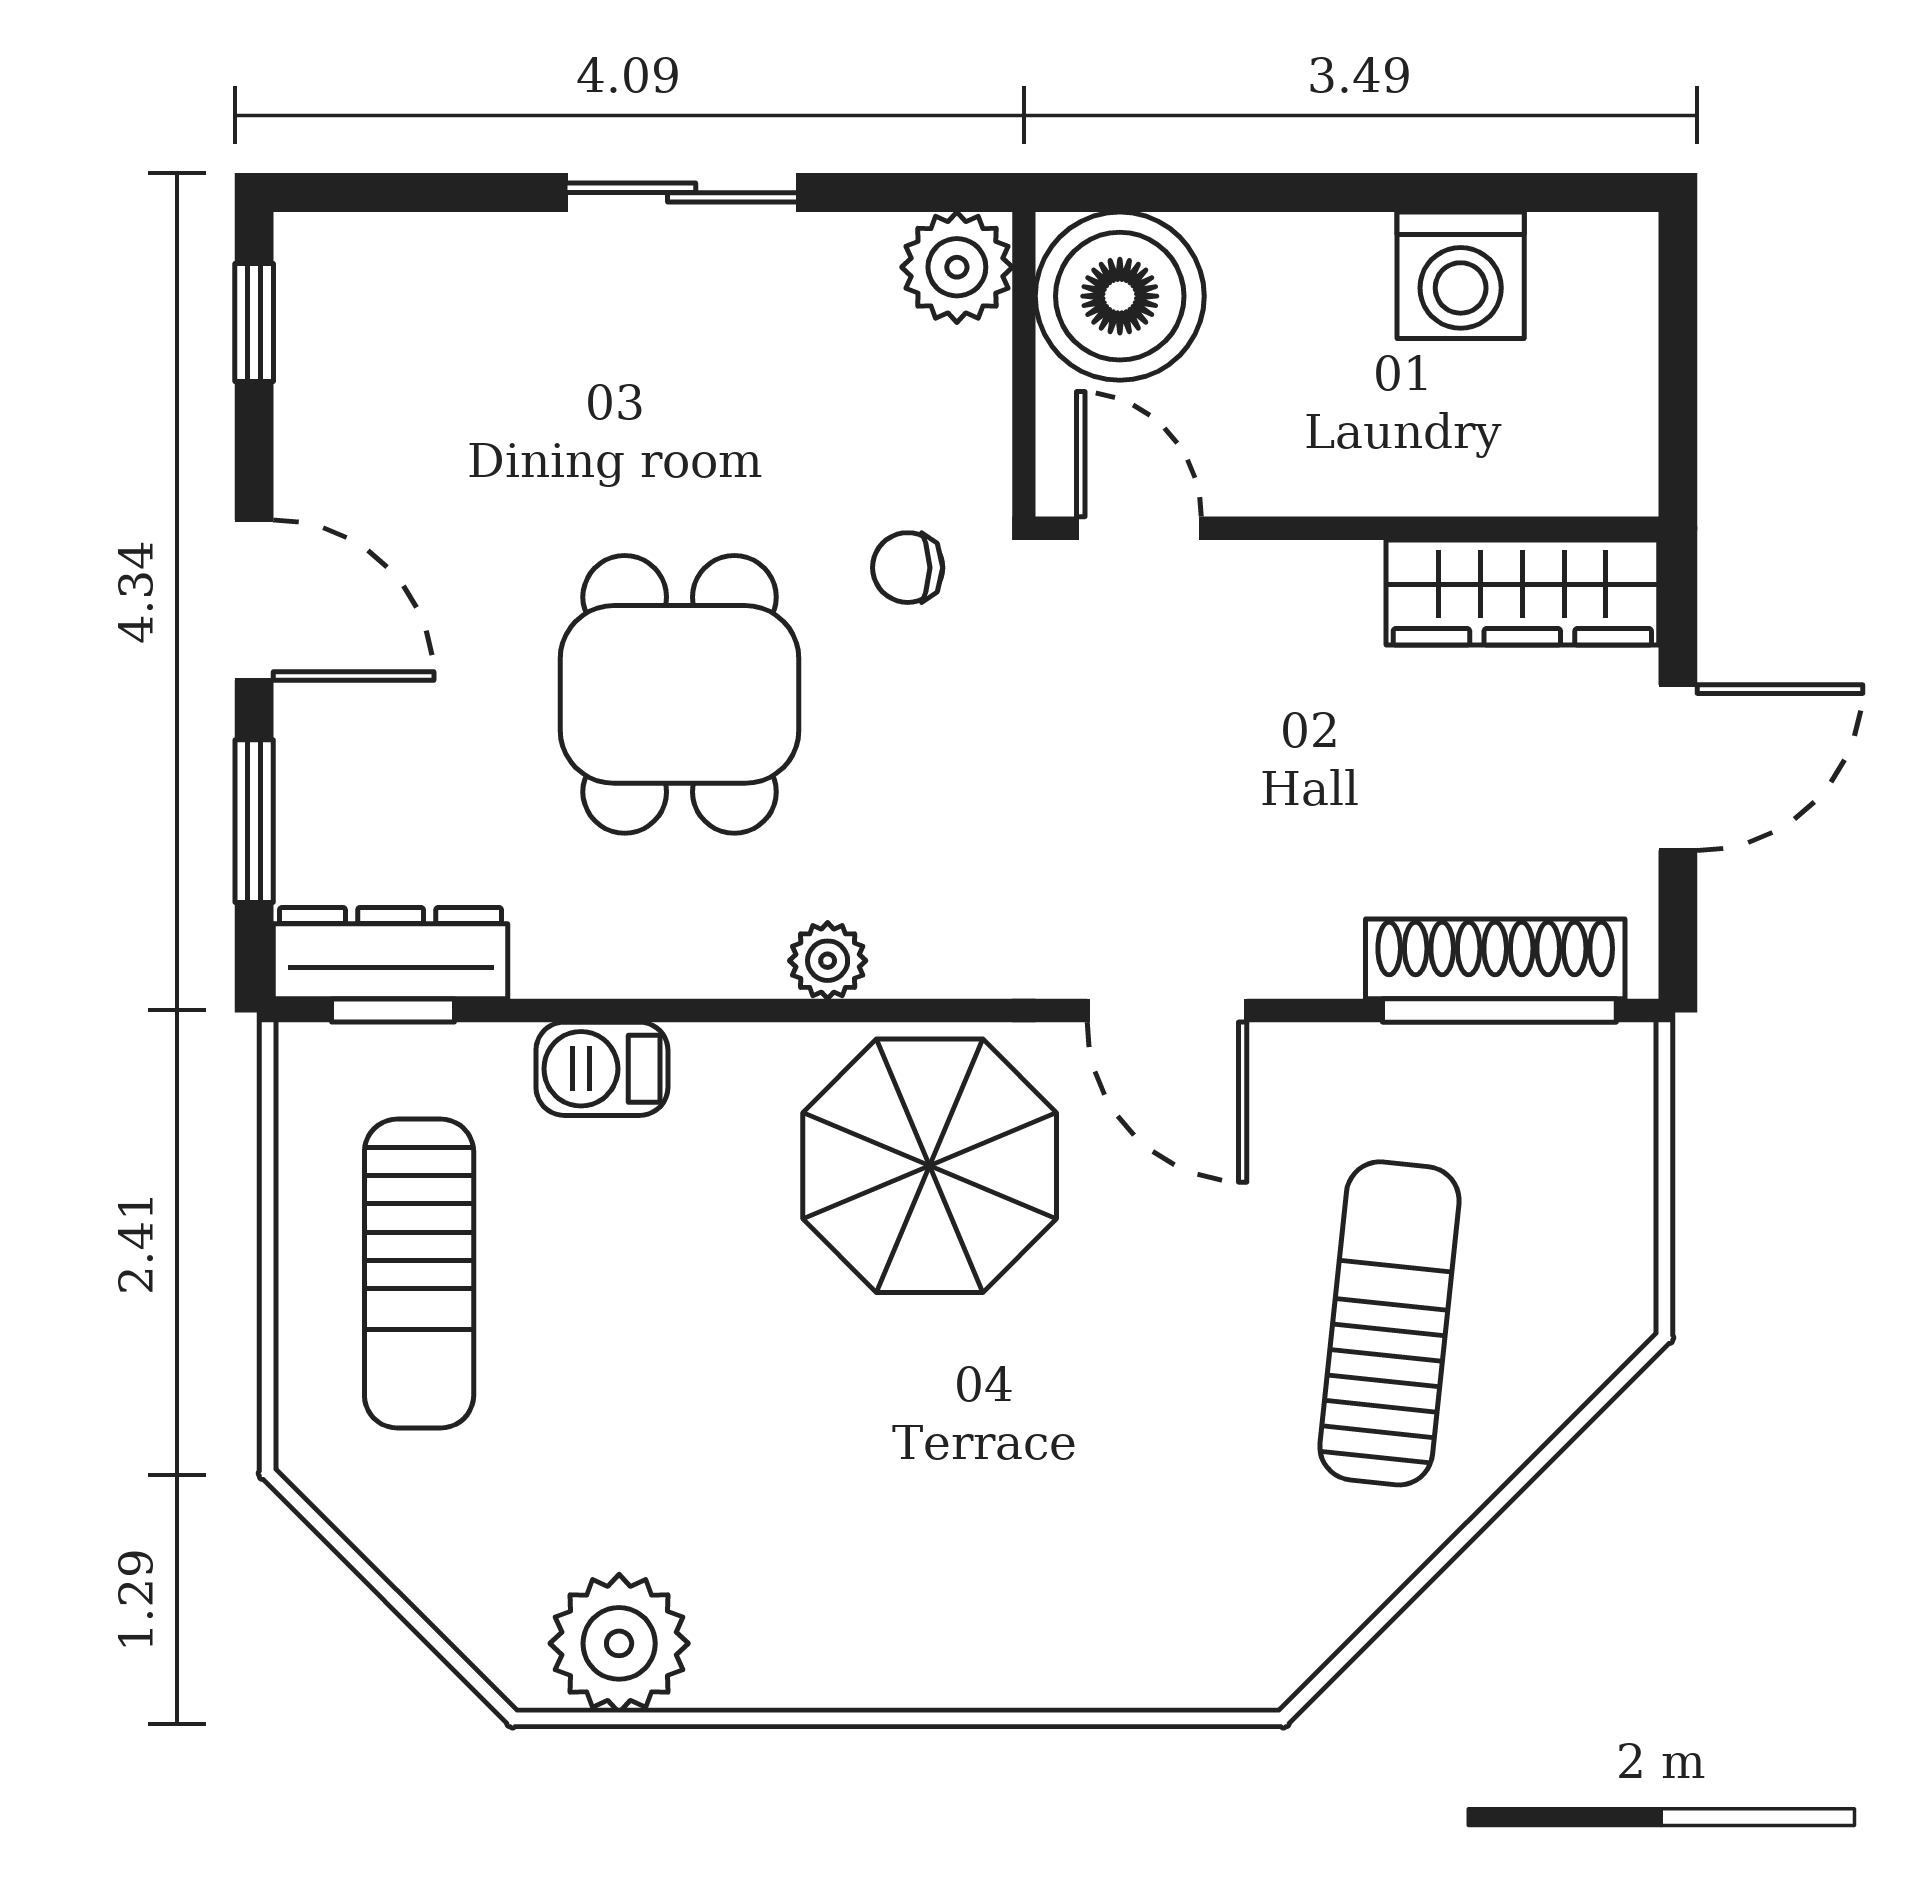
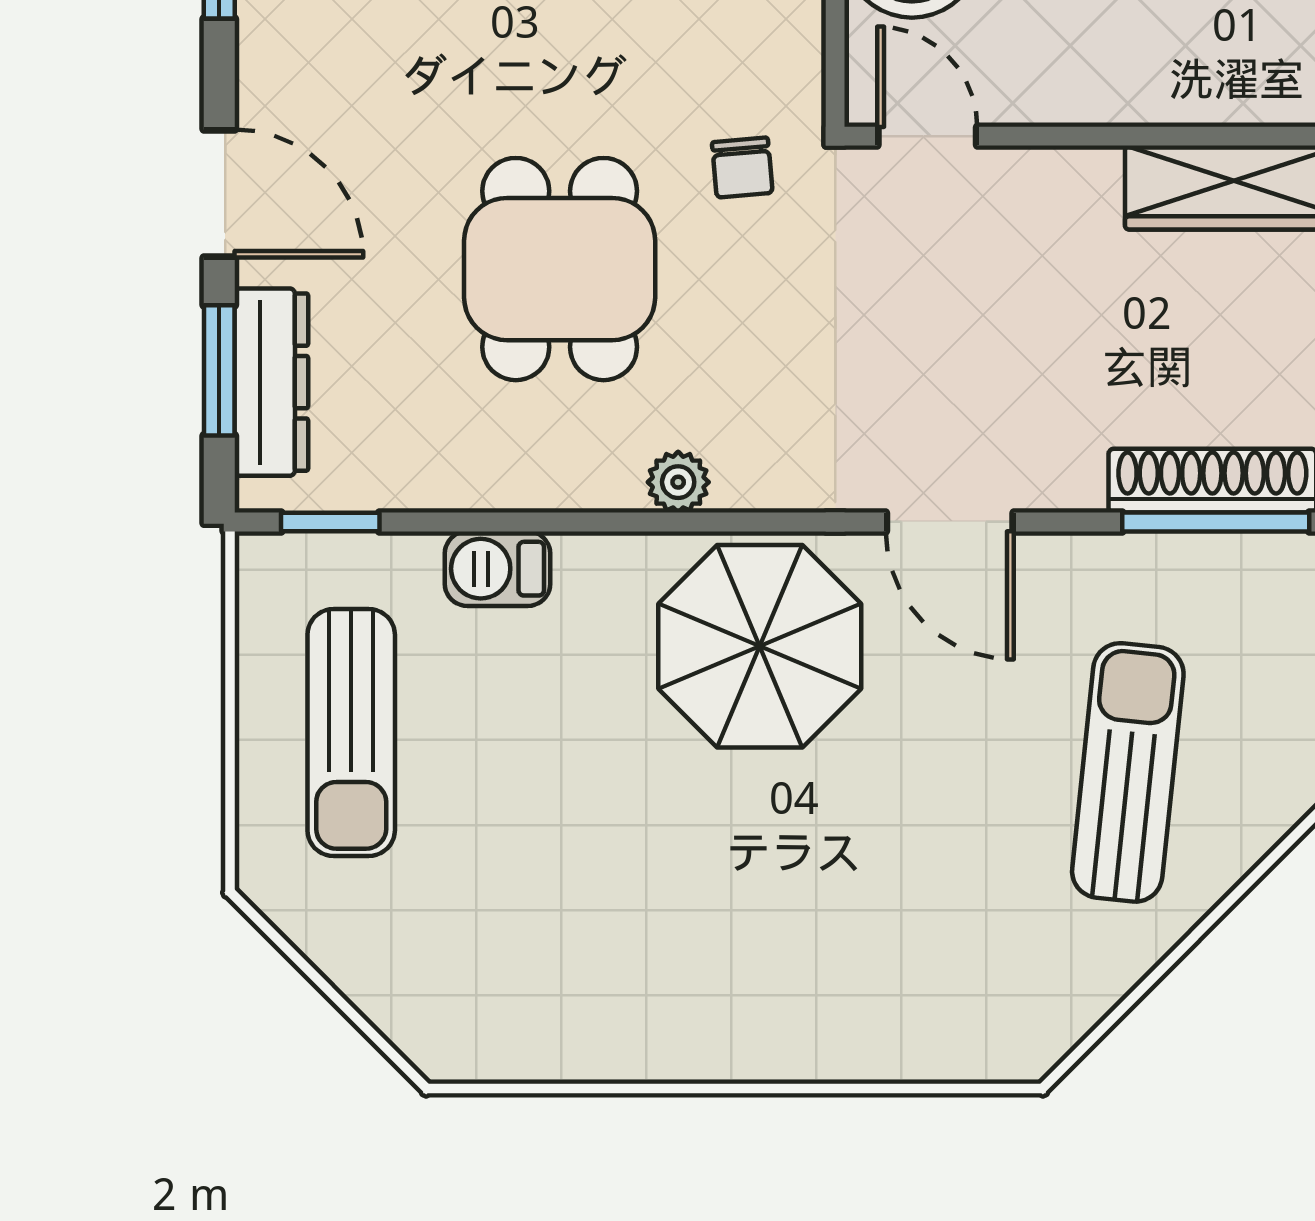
chair: (908, 568) -> (742, 168), turned -95
dresser: (391, 953) -> (271, 382), moved, turned 90
plant: (619, 1643) -> (511, 1029), removed

